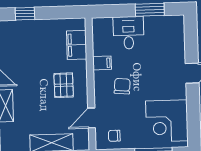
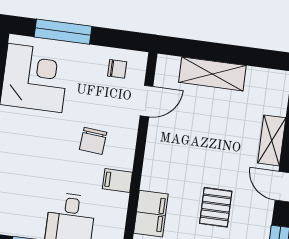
pallet: (64, 85) -> (216, 207), moved

